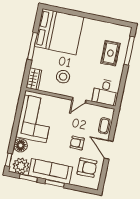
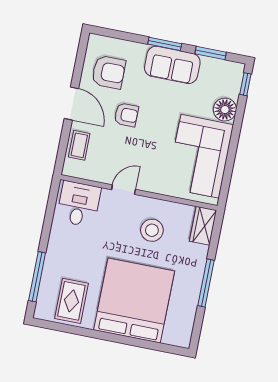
bed: (59, 32) -> (134, 300), moved, turned 90
rug: (110, 53) -> (71, 301), moved
plant: (21, 166) -> (224, 74), removed
armchair: (87, 168) -> (109, 72), turned 180
sofa: (50, 171) -> (172, 65), width x0.73

